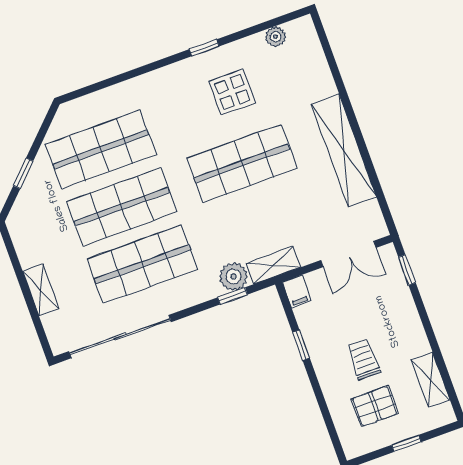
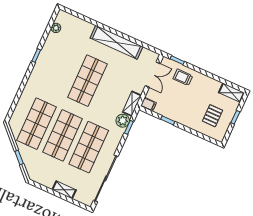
display table: (232, 92) -> (60, 61), removed
trolley: (364, 359) -> (183, 77), moved
shelving: (431, 380) -> (231, 93), moved

